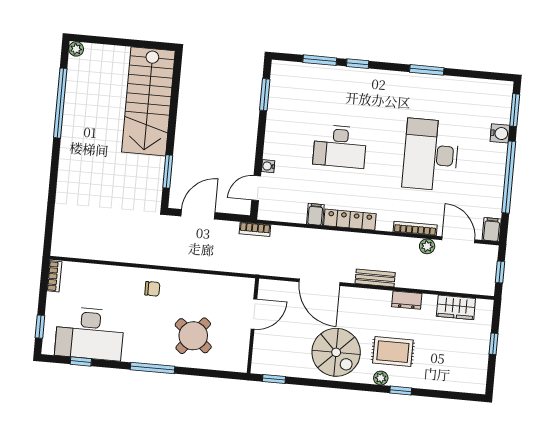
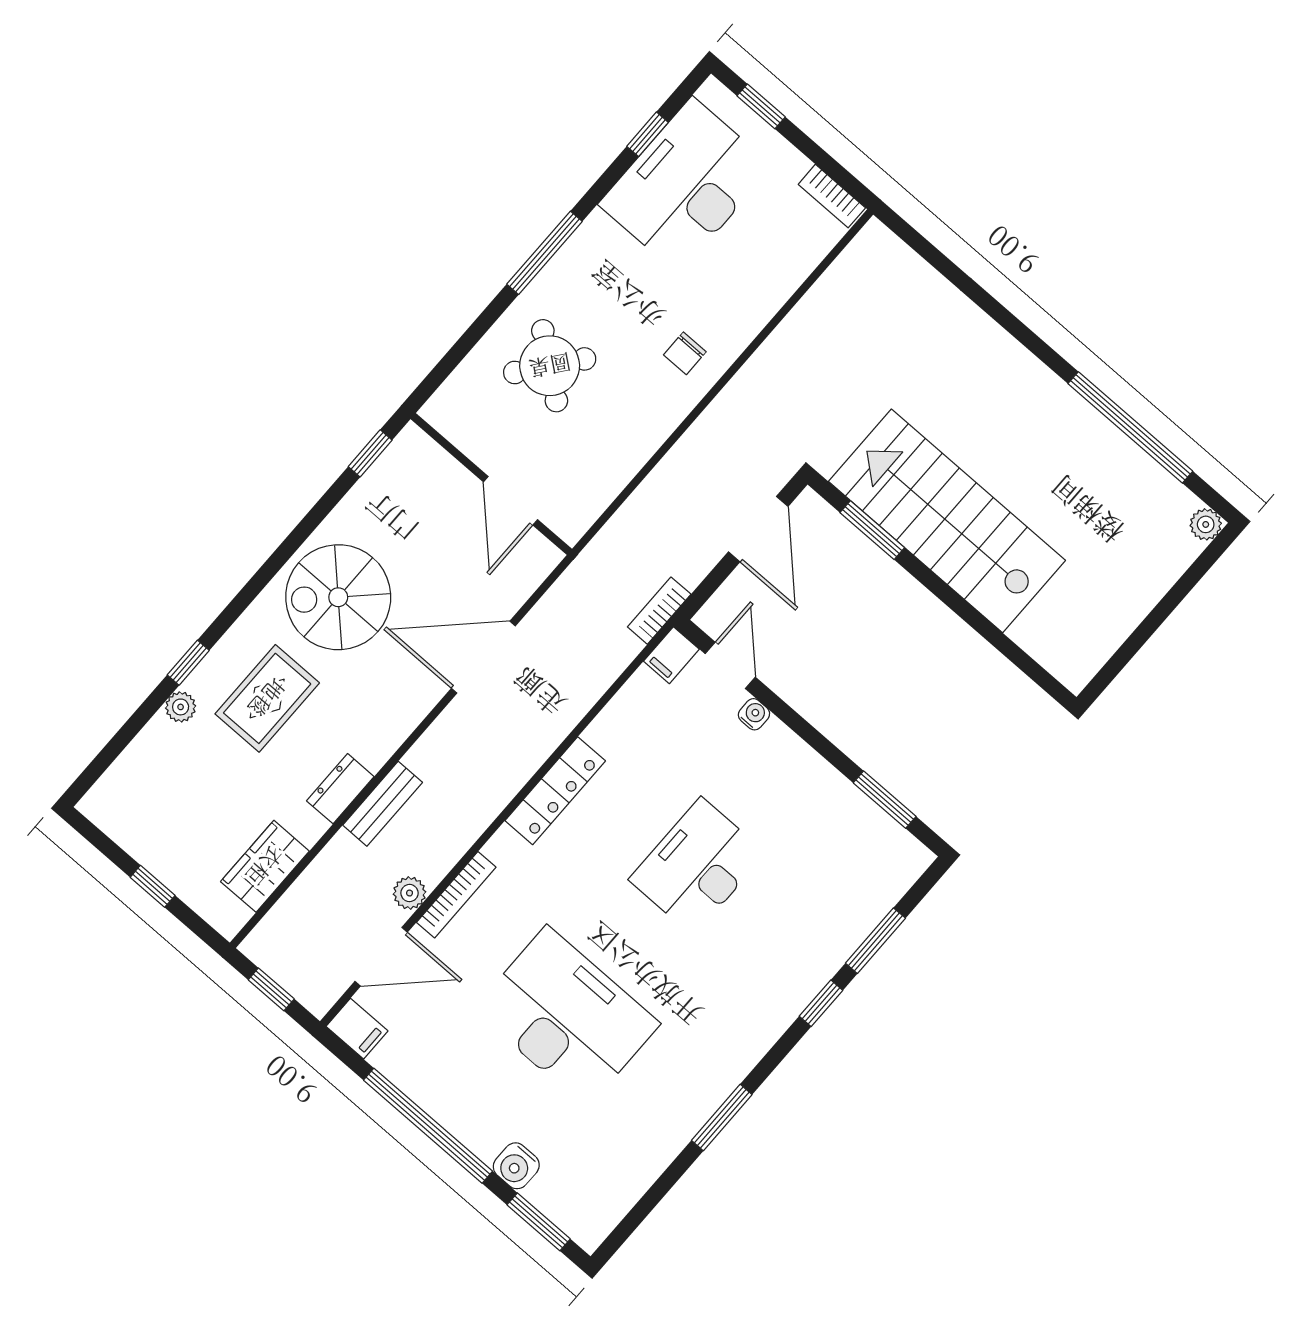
stairs: (148, 101) -> (947, 521), moved
filing cabinet: (315, 214) -> (671, 655), moved, turned 90
bench: (375, 278) -> (383, 804), moved
plant: (381, 378) -> (181, 707), moved

